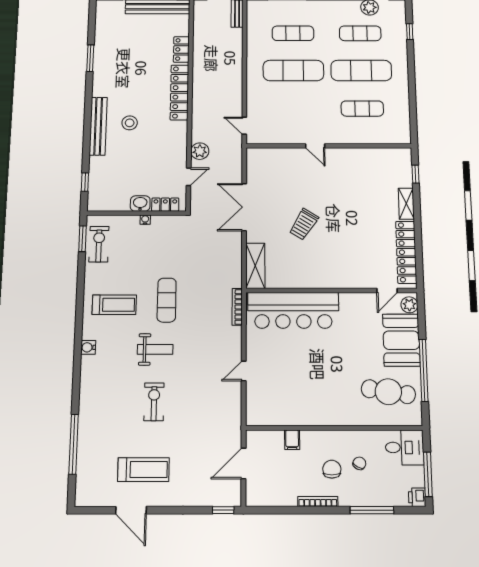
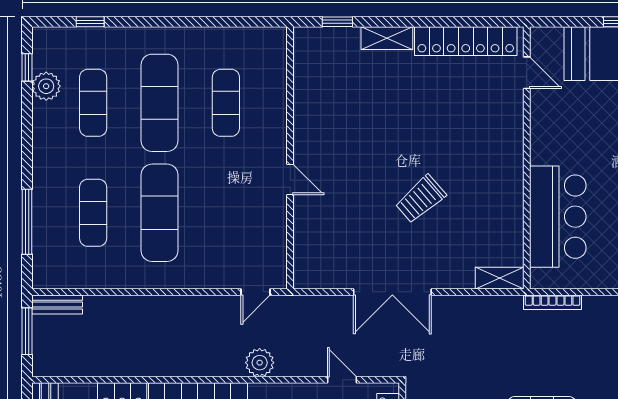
door: (315, 146) -> (290, 179), hinge flipped
plant: (200, 151) -> (260, 363), moved
trolley: (304, 224) -> (421, 199), turned 107
shelving: (255, 266) -> (500, 278), width x0.67, depth x0.75
plant: (409, 305) -> (549, 39), removed
bar counter: (293, 310) -> (558, 217), width x0.73

